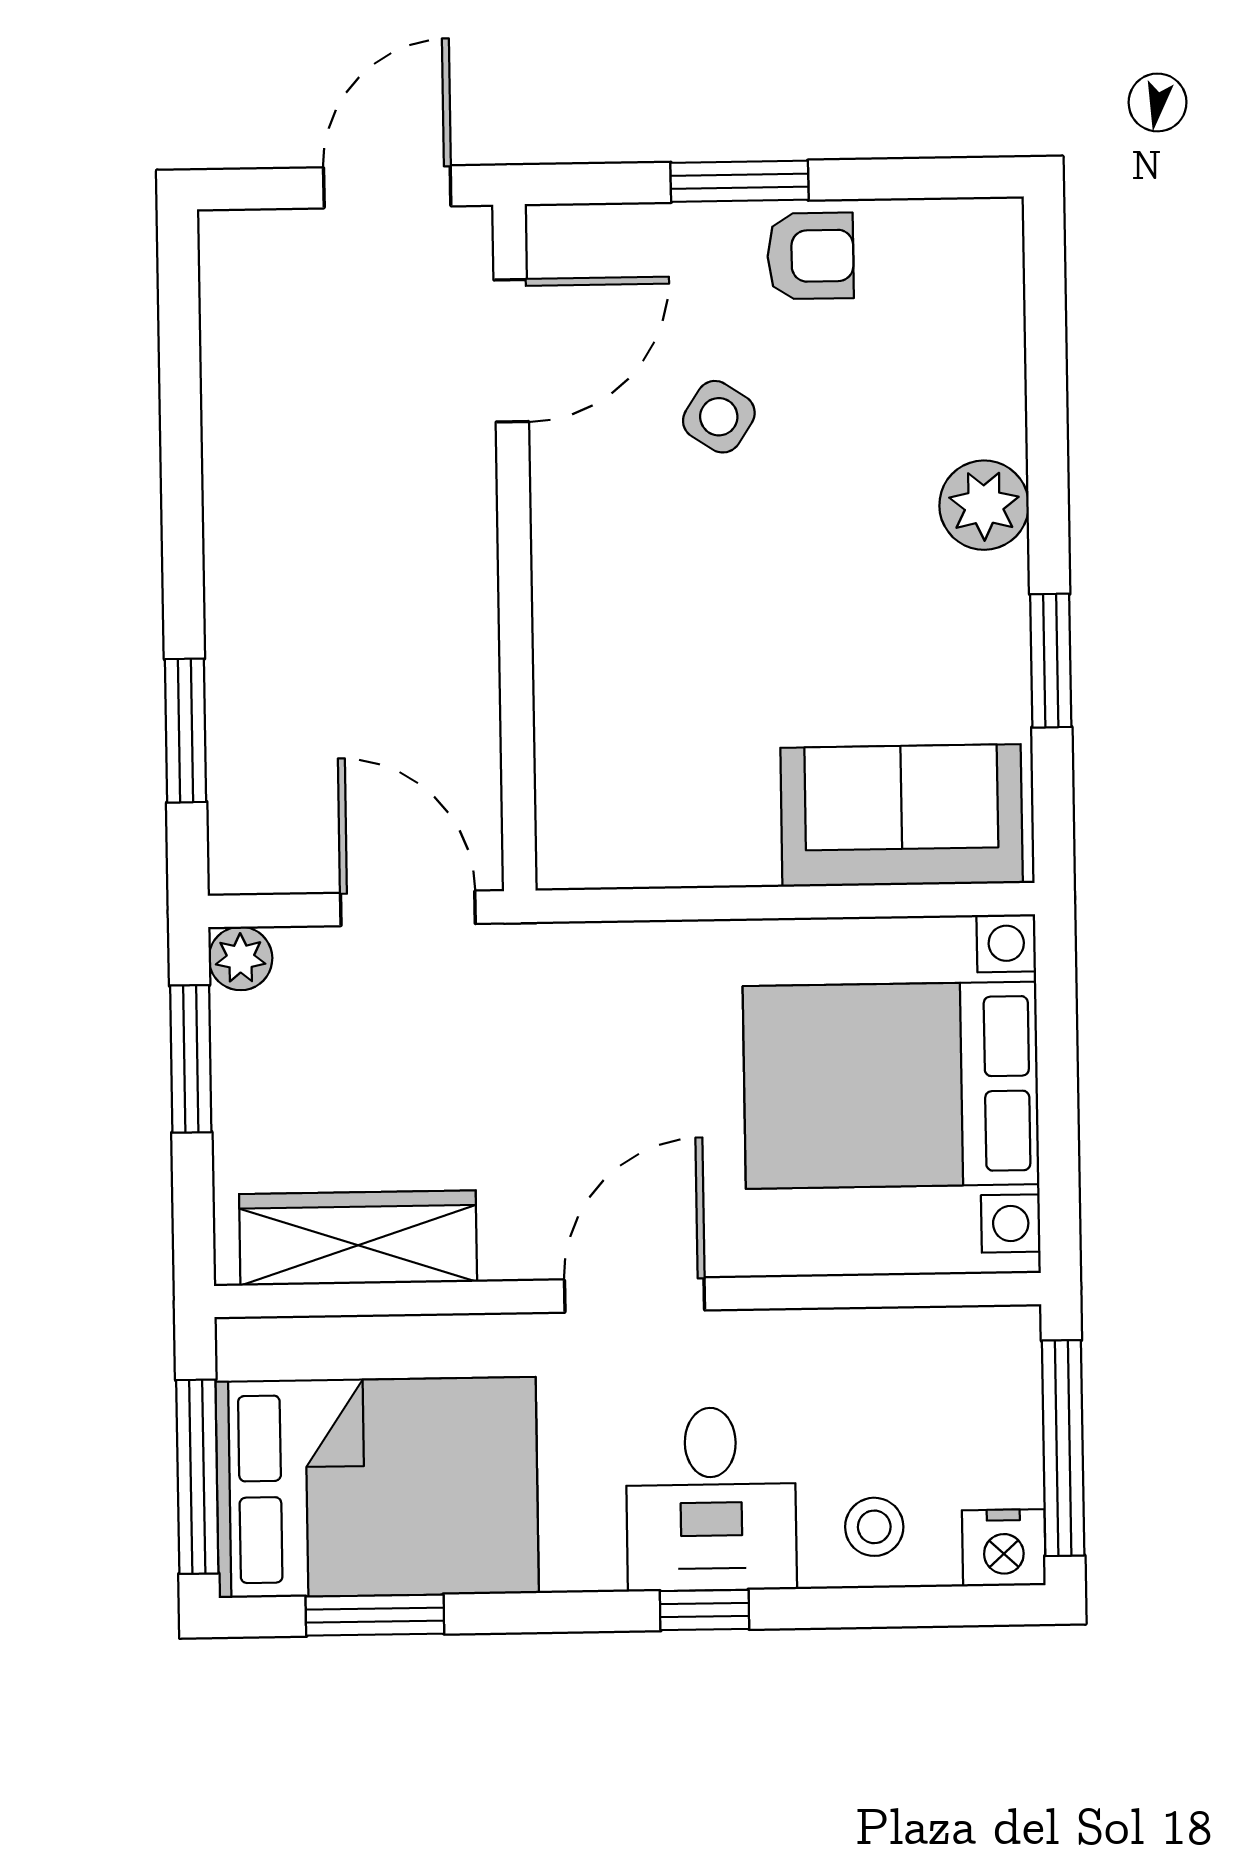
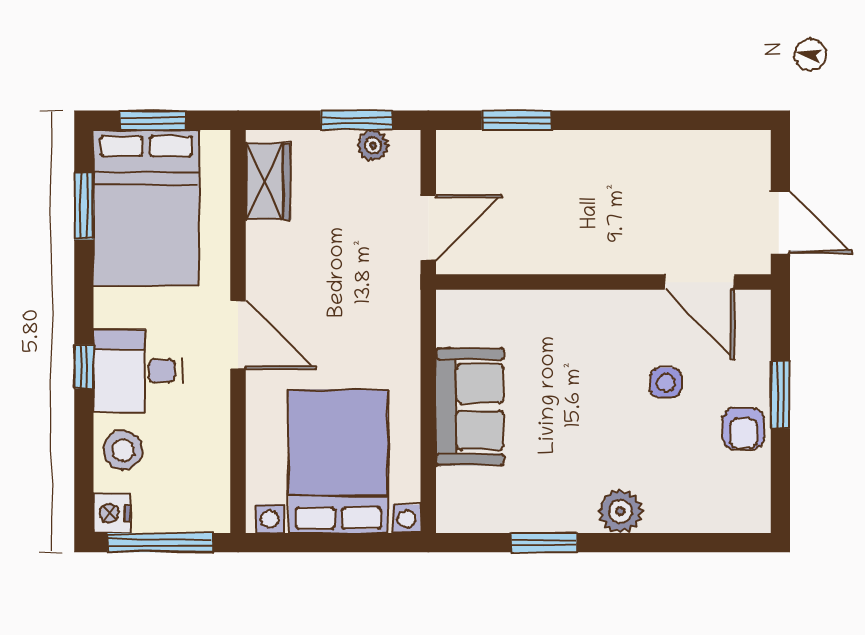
side table: (719, 417) -> (666, 383), turned -33
sofa: (902, 815) -> (470, 407), moved
plant: (240, 958) -> (373, 145), moved
wardrobe: (358, 1238) -> (268, 181), width x0.67
window: (197, 1477) -> (153, 120), width x0.69
stool: (874, 1527) -> (123, 450), width x1.37, depth x1.37

